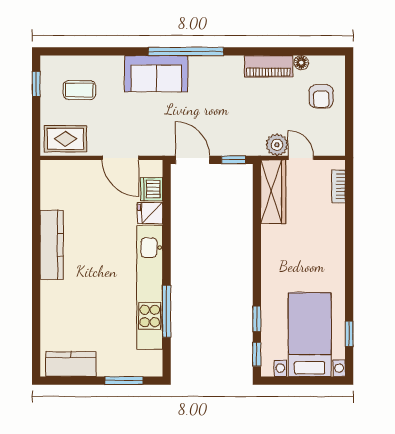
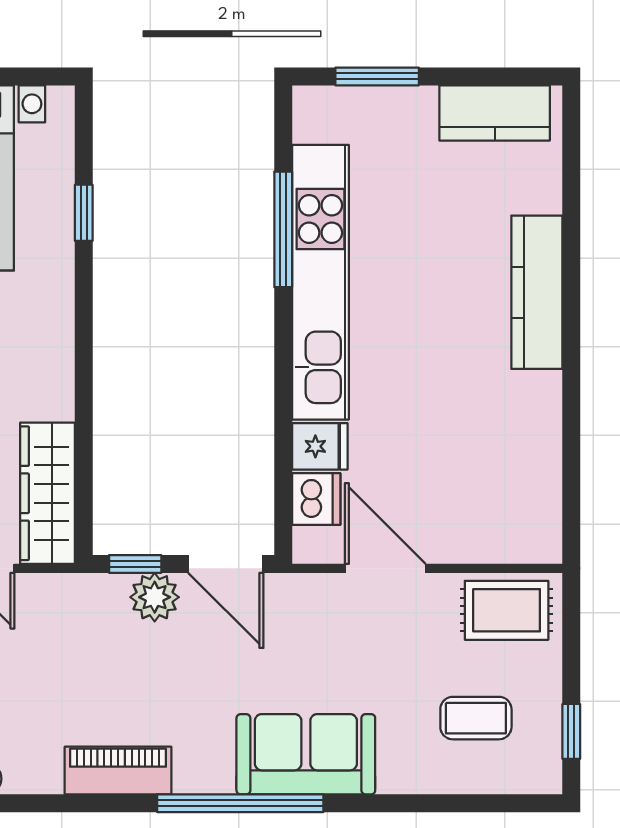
piano: (268, 66) -> (118, 771), moved
plant: (277, 145) -> (155, 597), moved
kitchen counter: (52, 245) -> (537, 292), moved
window: (257, 354) -> (84, 135), removed

